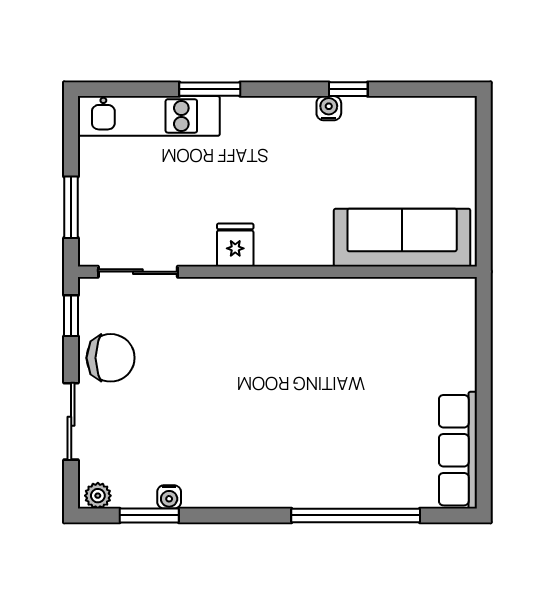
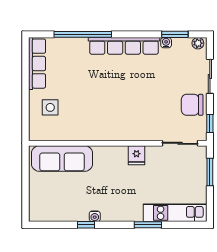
side table: (428, 352) -> (50, 107), added
row of seats: (263, 490) -> (124, 46), added

